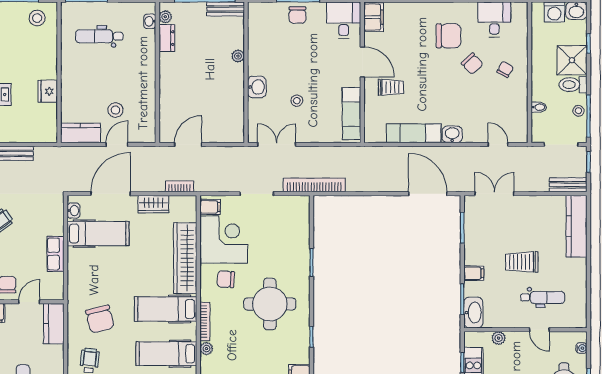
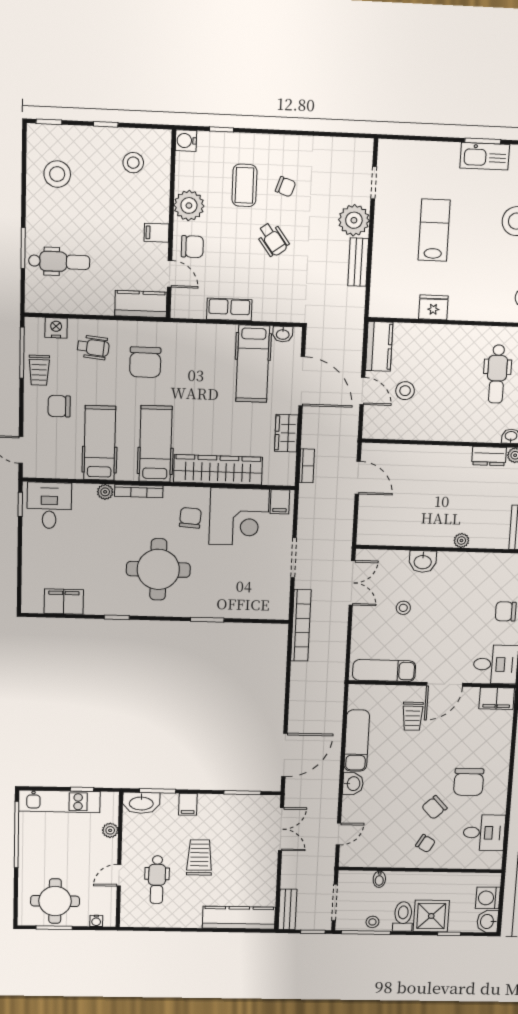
dental chair: (99, 36) -> (497, 374), turned 180
chair: (100, 319) -> (145, 362), turned -76

